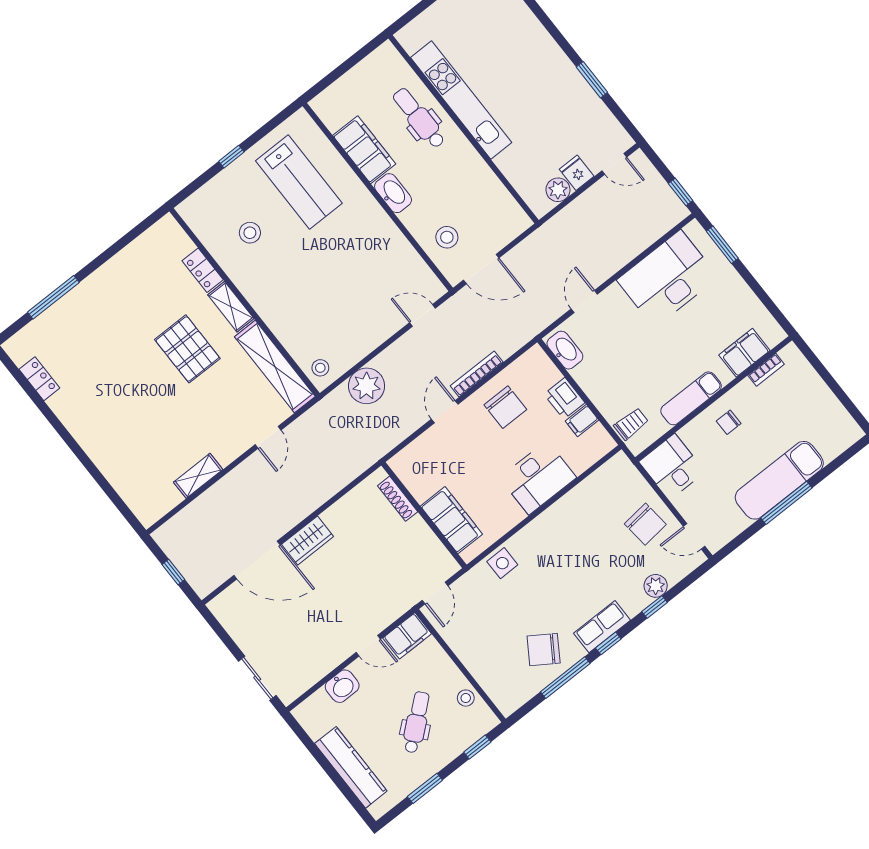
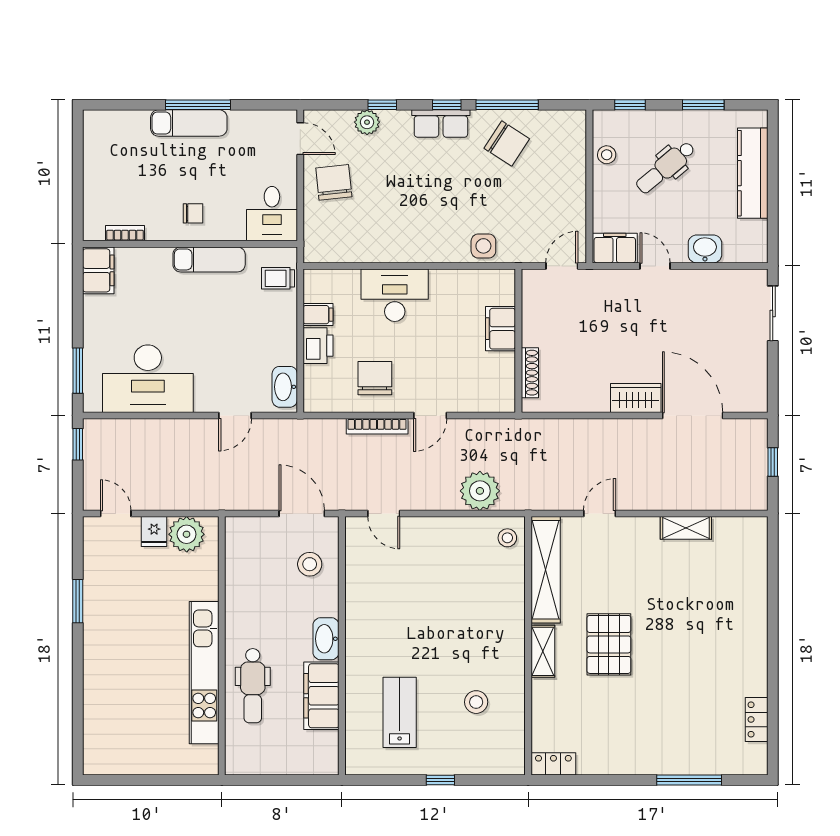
lab bench: (299, 182) -> (400, 712), width x0.73, depth x0.72
plant: (558, 190) -> (187, 534), width x1.36, depth x1.36
locker: (203, 270) -> (553, 764), moved, turned -90
filing cabinet: (744, 353) -> (98, 270), moved, turned -90
exam couch: (779, 480) -> (189, 123), width x0.73, depth x0.69
filing cabinet: (451, 520) -> (501, 329), width x0.67, depth x0.86

